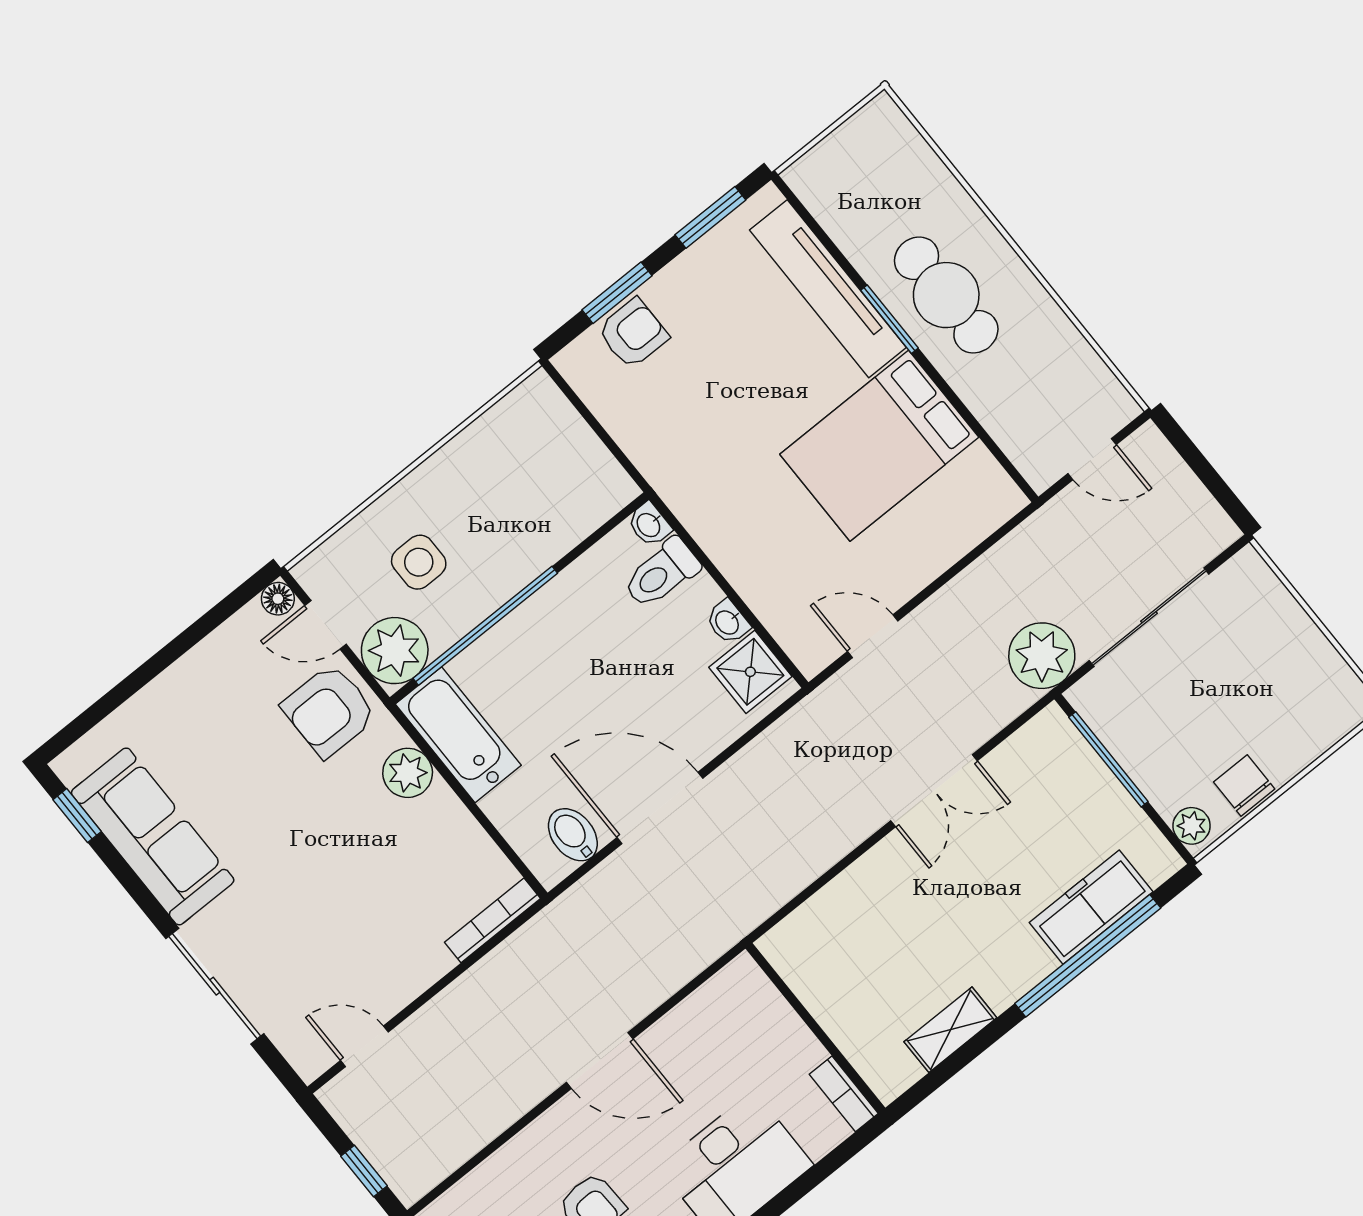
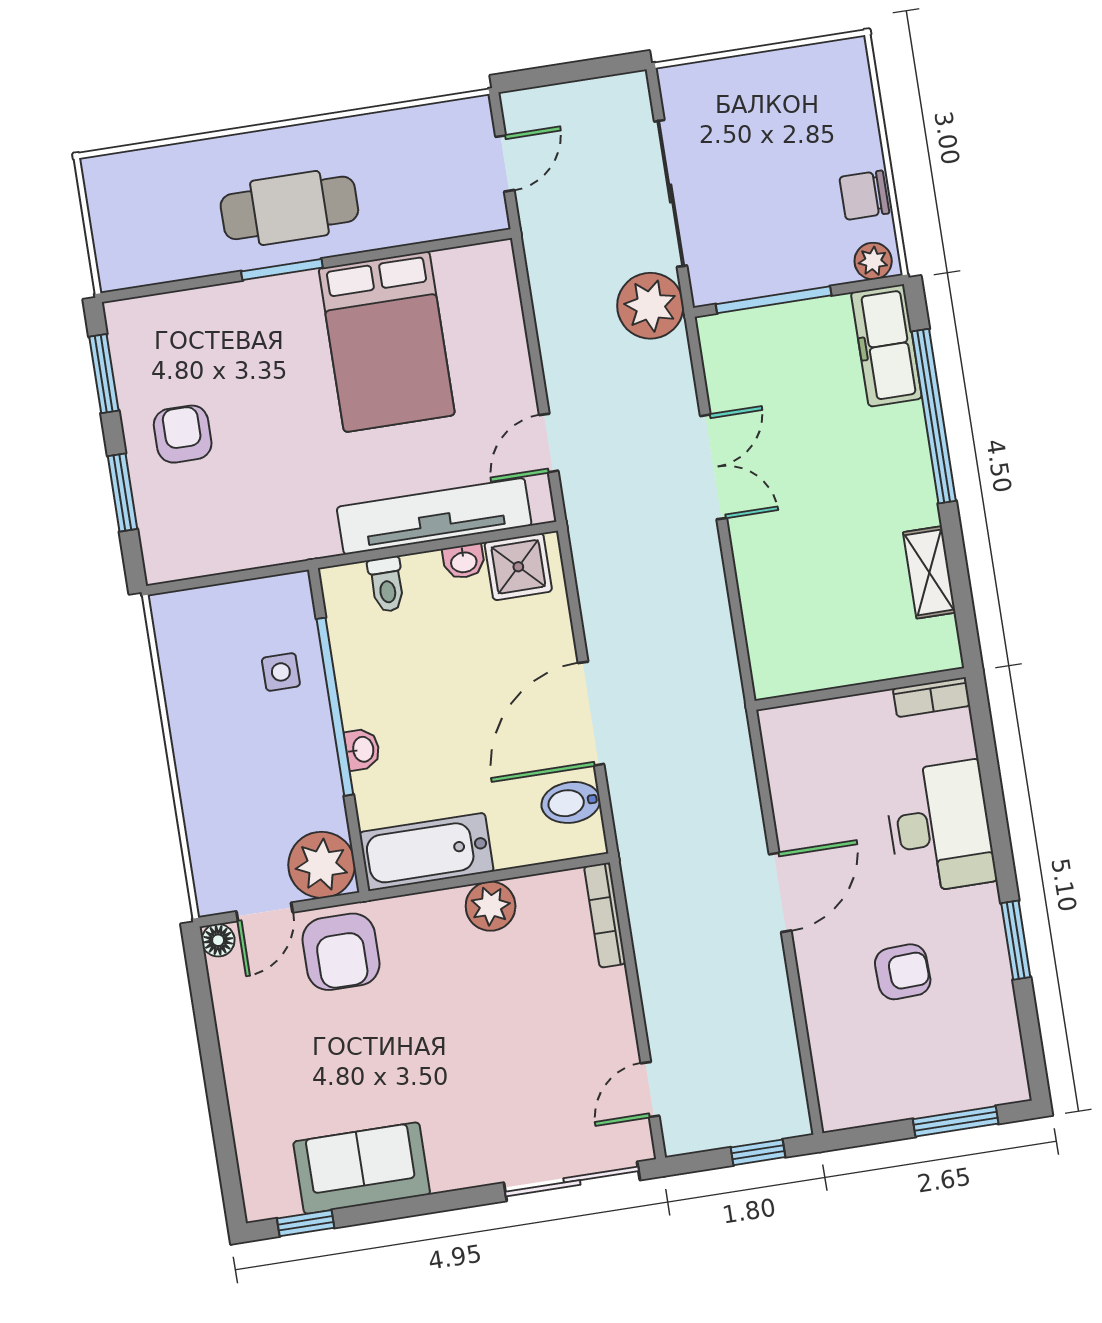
tv unit: (828, 289) -> (434, 516), moved, turned 180
armchair: (633, 333) -> (183, 434), moved
washbasin: (649, 524) -> (362, 749), moved, turned -90
side table: (419, 562) -> (281, 672), moved, width x0.73, depth x0.73
toilet: (661, 573) -> (387, 584), width x0.73, depth x0.72
window: (485, 626) -> (335, 707), moved
plant: (408, 773) -> (491, 906), moved
sofa: (153, 836) -> (362, 1168), width x0.73
freezer: (1091, 907) -> (886, 345), moved
sliding door: (215, 986) -> (572, 1181), moved

